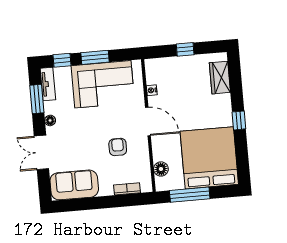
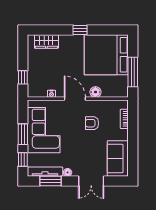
window: (185, 49) -> (23, 77), moved
tv unit: (48, 84) -> (45, 172), width x1.41
door: (148, 121) -> (75, 99), hinge flipped
floor lamp: (161, 169) -> (95, 92), moved

